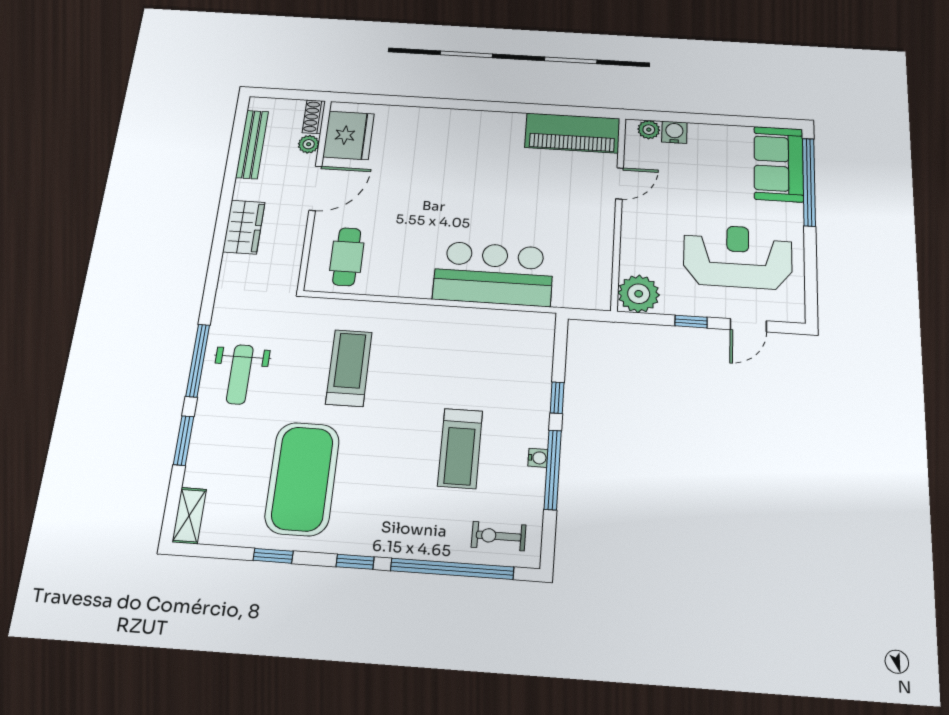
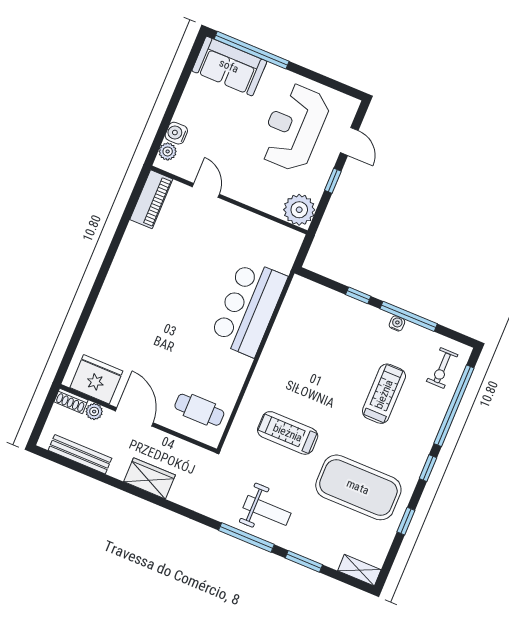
piano: (572, 133) -> (151, 199), width x0.73, depth x0.75
treadmill: (460, 448) -> (384, 394), moved, turned -90

